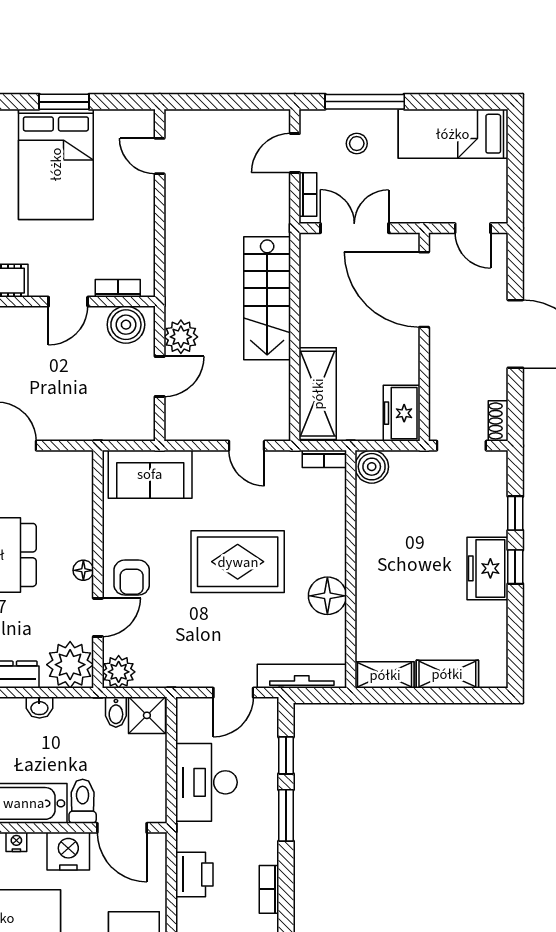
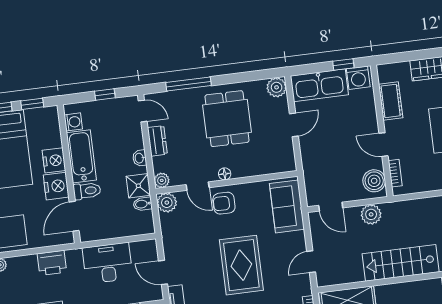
door: (160, 376) -> (331, 207), moved
plant: (70, 665) -> (162, 180), width x0.53, depth x0.53
shower: (147, 715) -> (138, 186), moved
nightstand: (16, 842) -> (54, 160), width x1.89, depth x1.79

